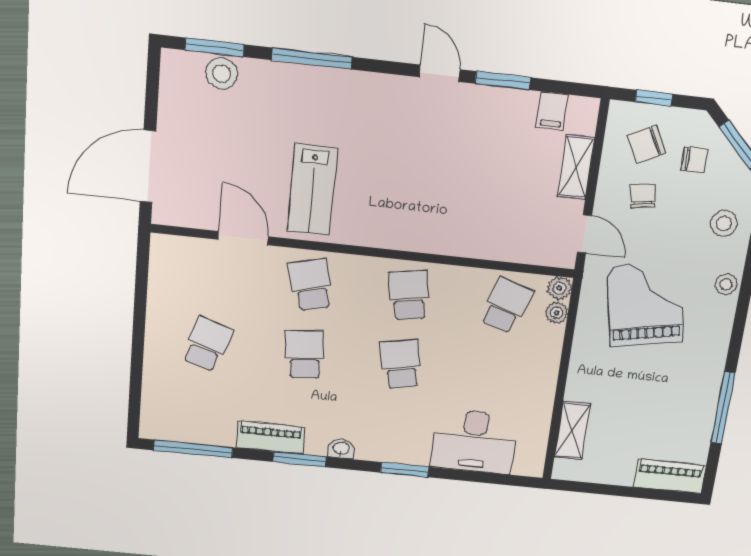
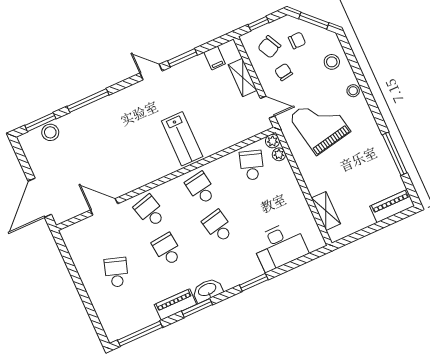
lab bench: (312, 190) -> (182, 139), moved
washbasin: (341, 449) -> (207, 290), width x1.91, depth x1.45

